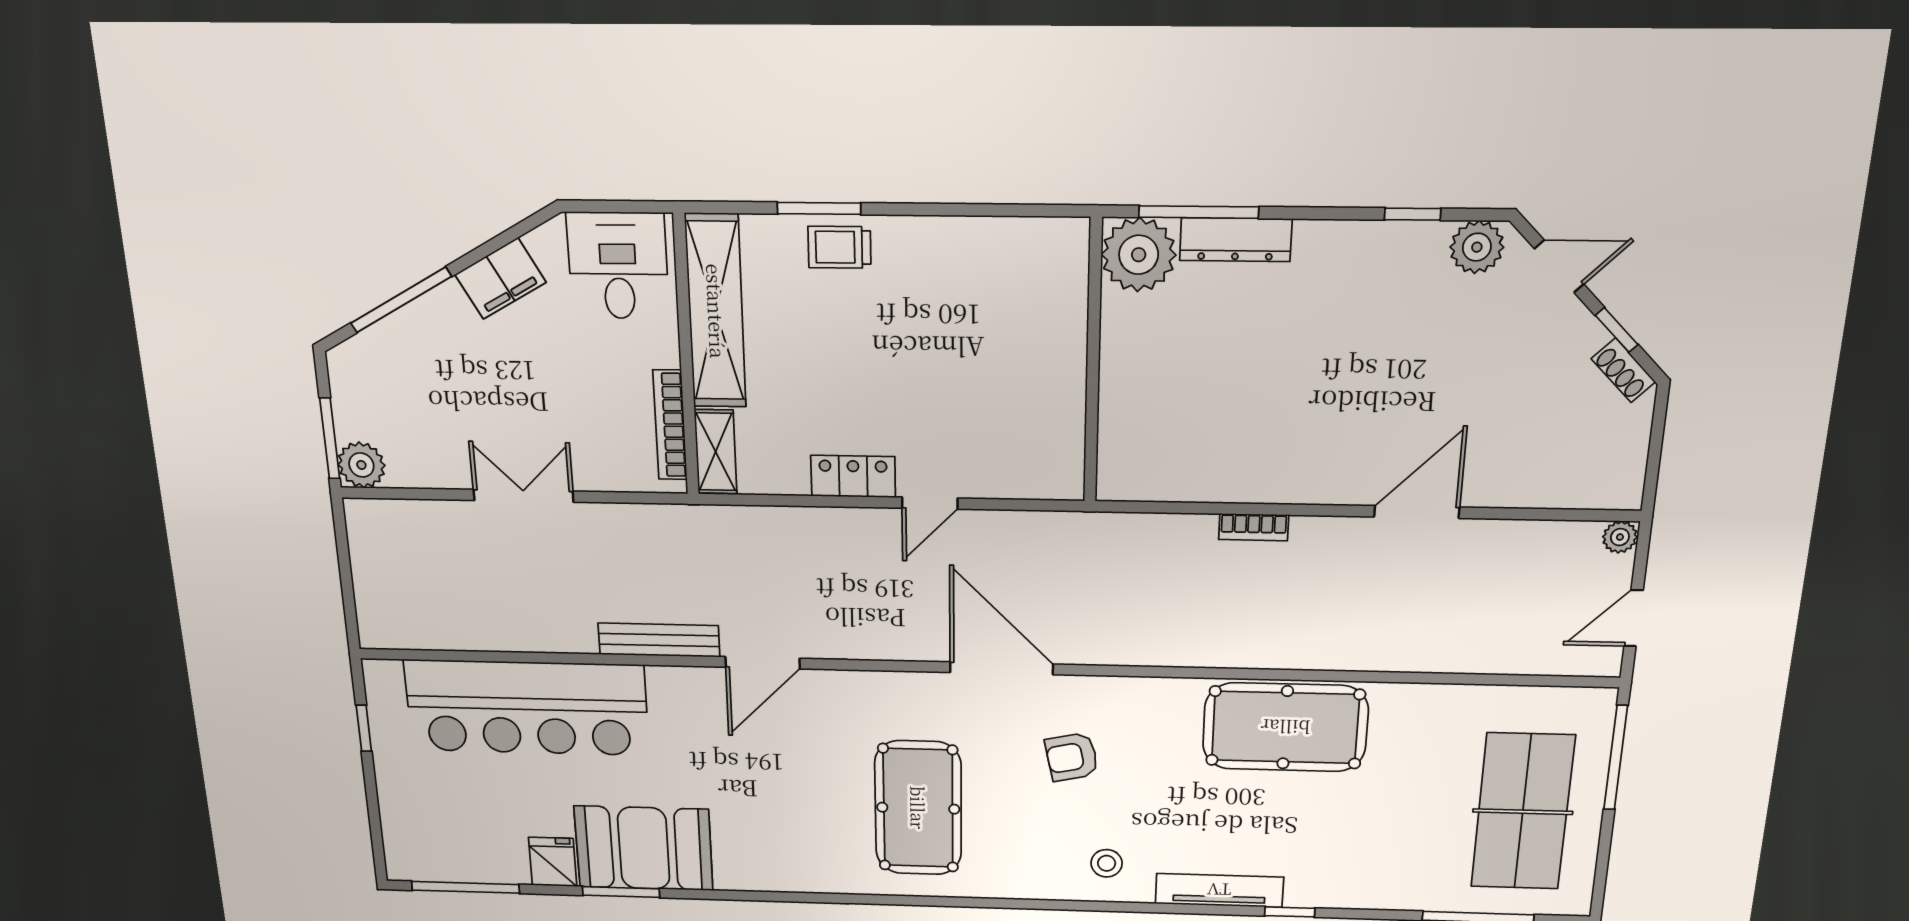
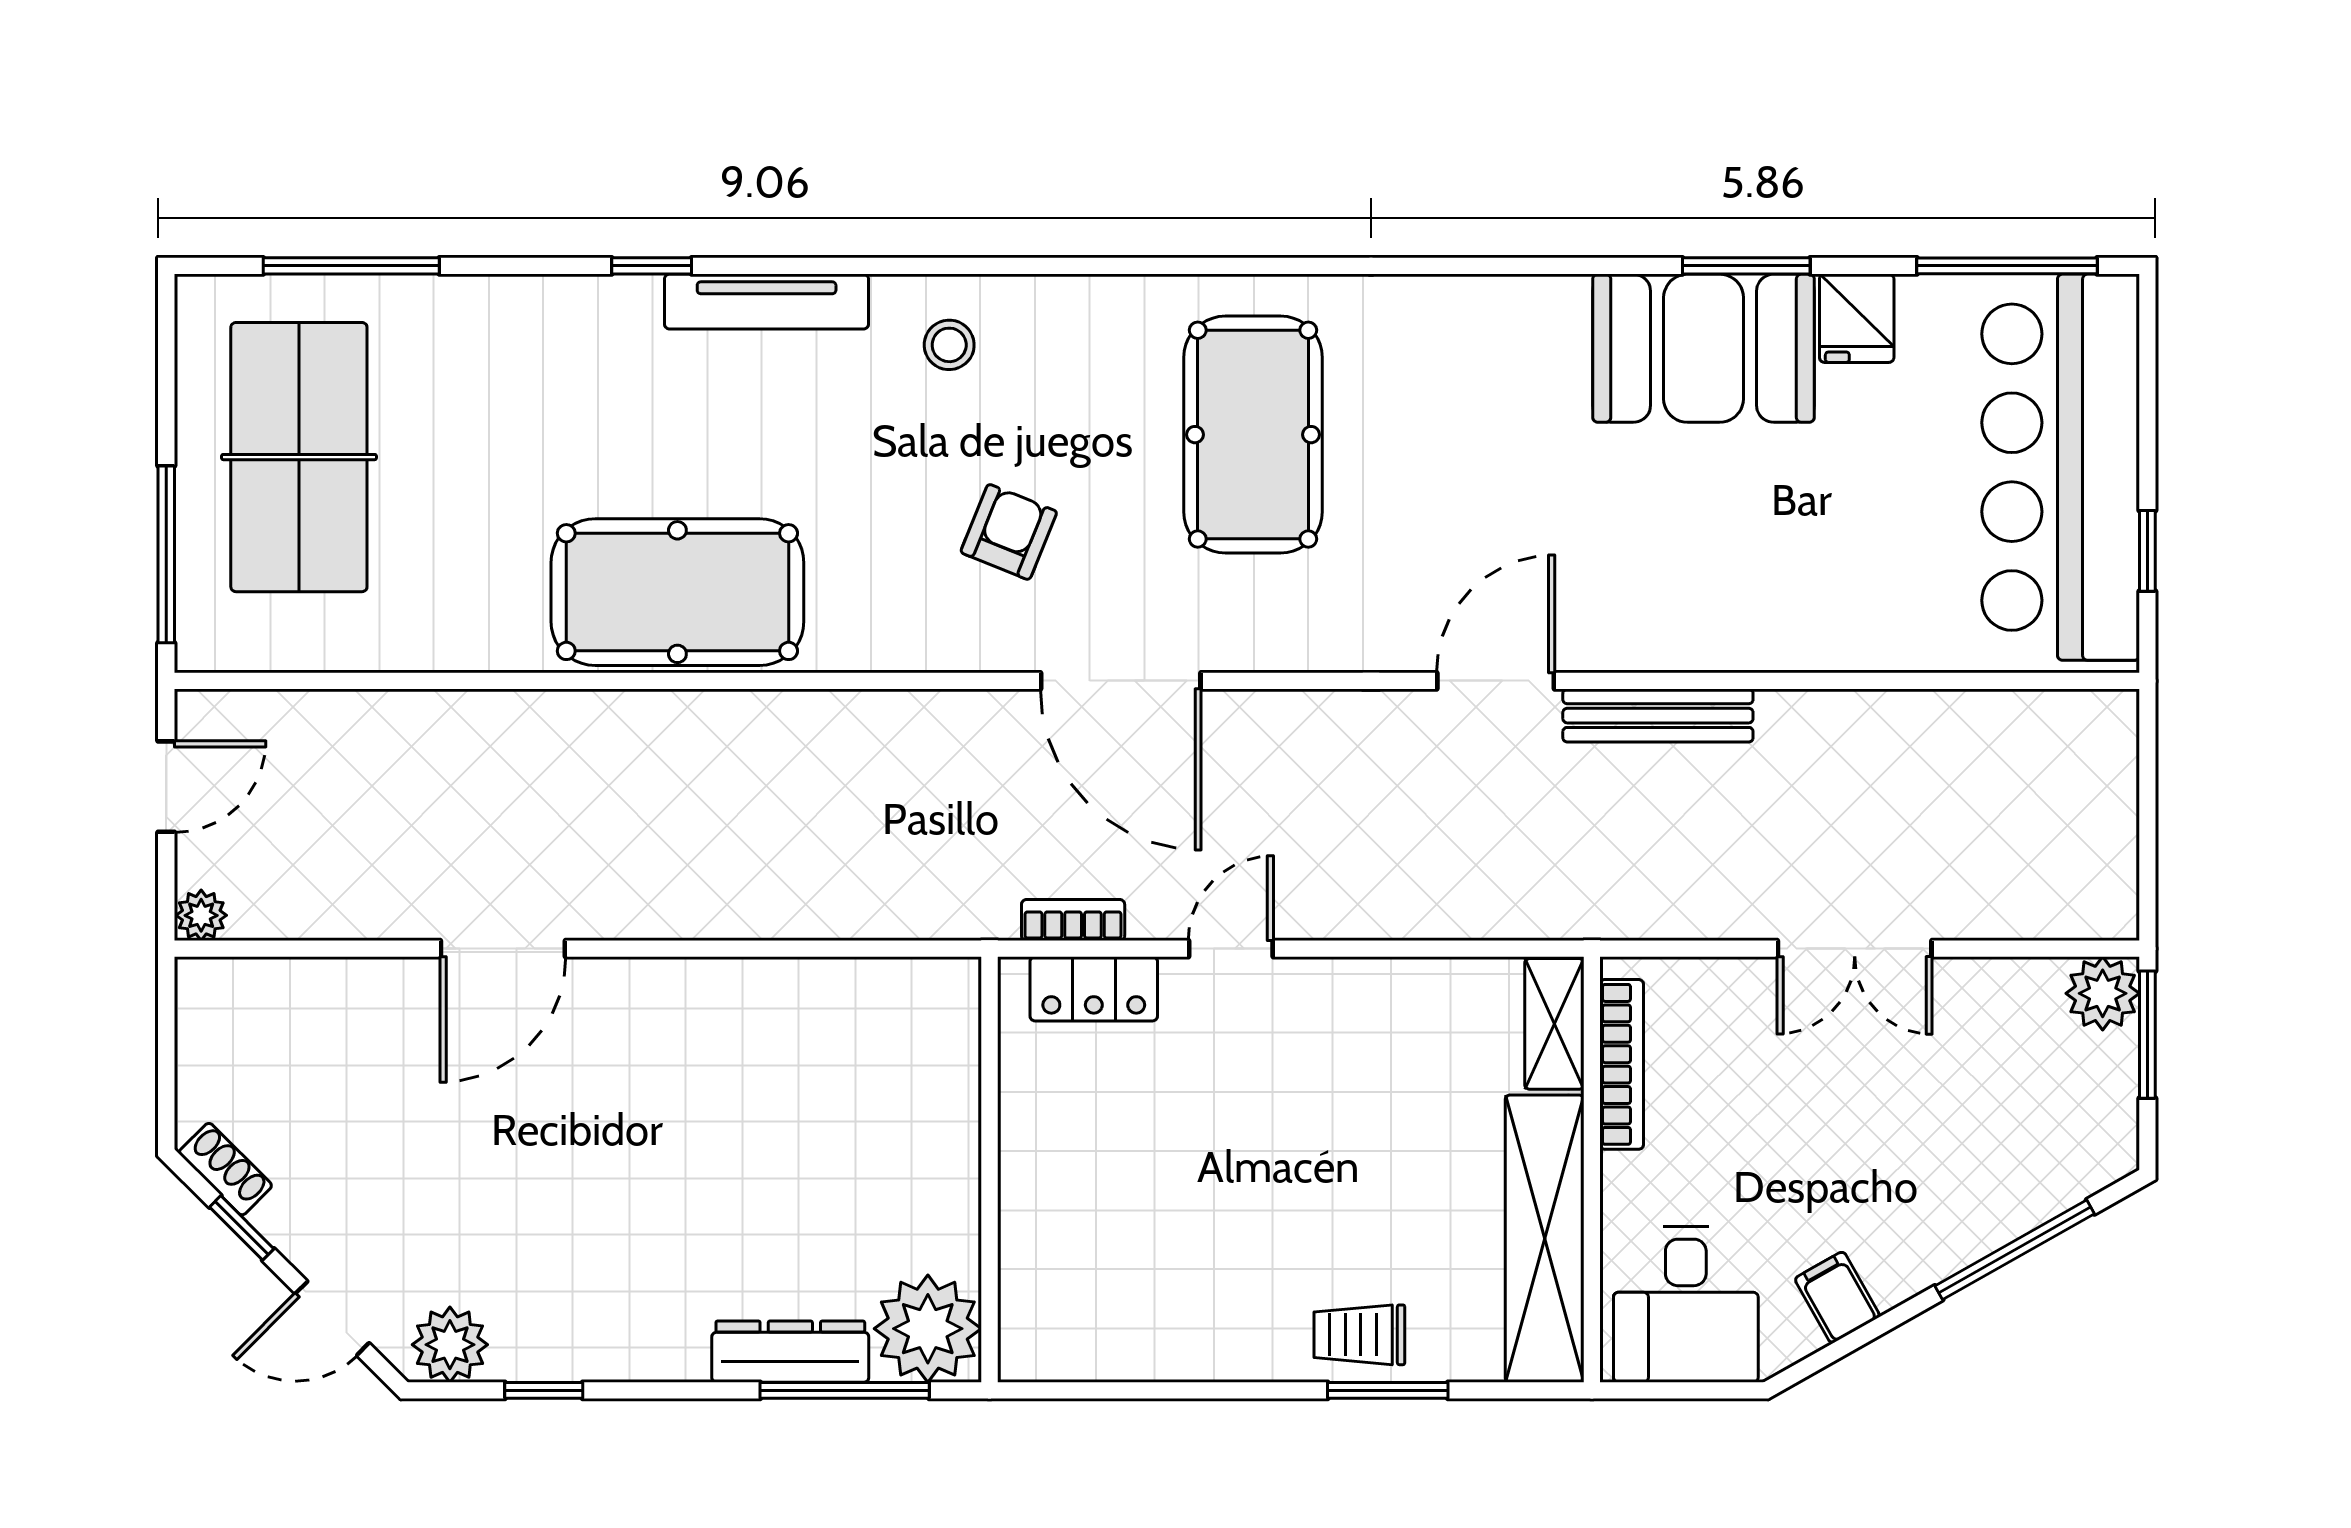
trolley: (840, 247) -> (1359, 1335), turned 180
filing cabinet: (501, 279) -> (1837, 1297), width x0.50
locker: (853, 476) -> (1094, 989), moved
bookcase: (1254, 527) -> (1073, 920), moved
bar counter: (527, 708) -> (2061, 467), moved, turned -90
armchair: (1072, 757) -> (1009, 532), turned -56

